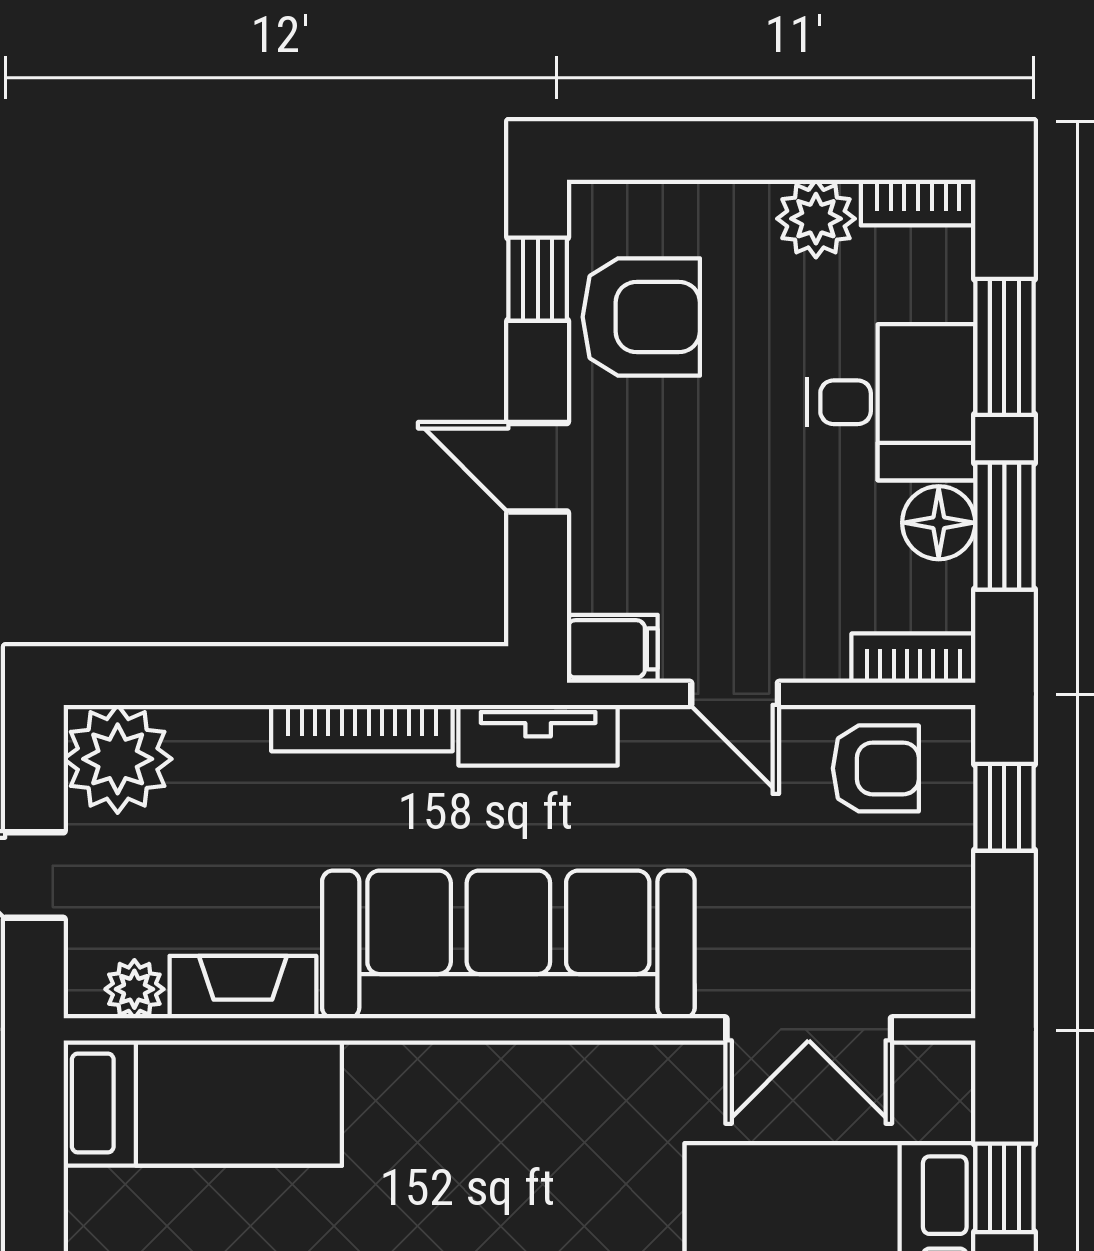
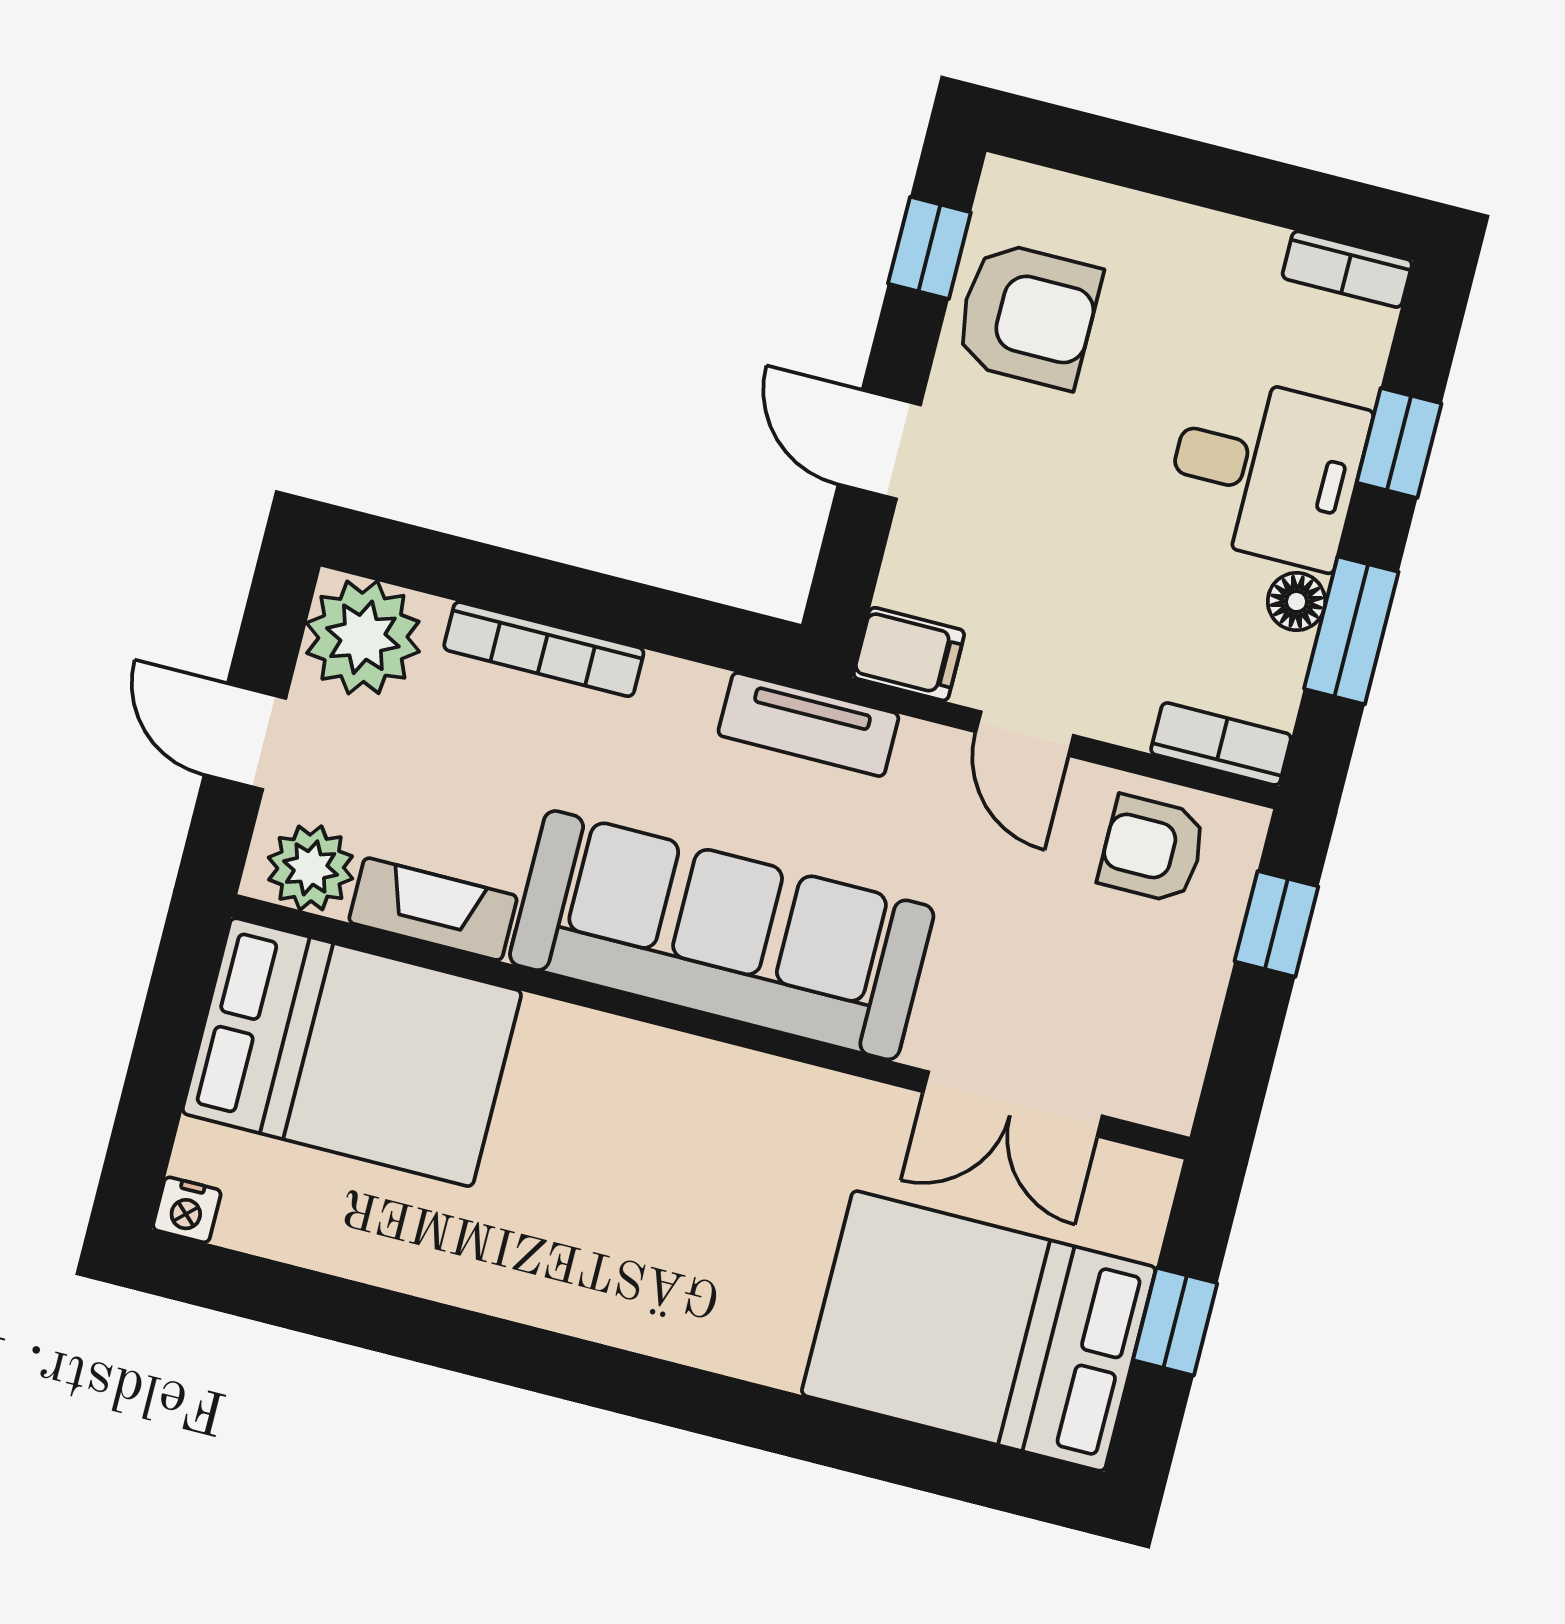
plant: (816, 219) -> (1236, 259), removed
window: (1004, 347) -> (1399, 443), width x0.67
floor lamp: (939, 523) -> (1297, 602), width x0.73, depth x0.73
bookcase: (362, 728) -> (544, 649), moved
armchair: (876, 768) -> (1152, 849), turned 180
plant: (134, 989) -> (311, 868), width x1.38, depth x1.38
bed: (203, 1103) -> (352, 1052), width x1.50

